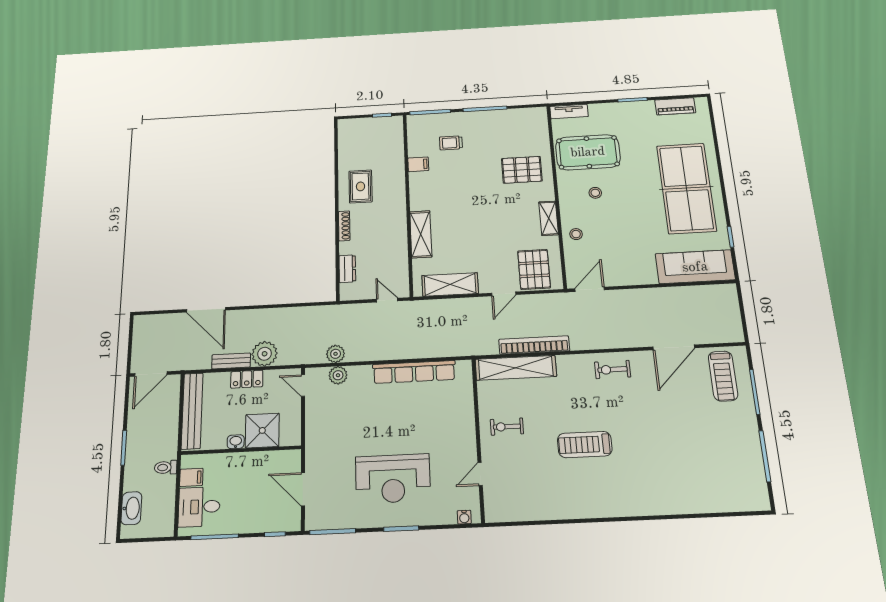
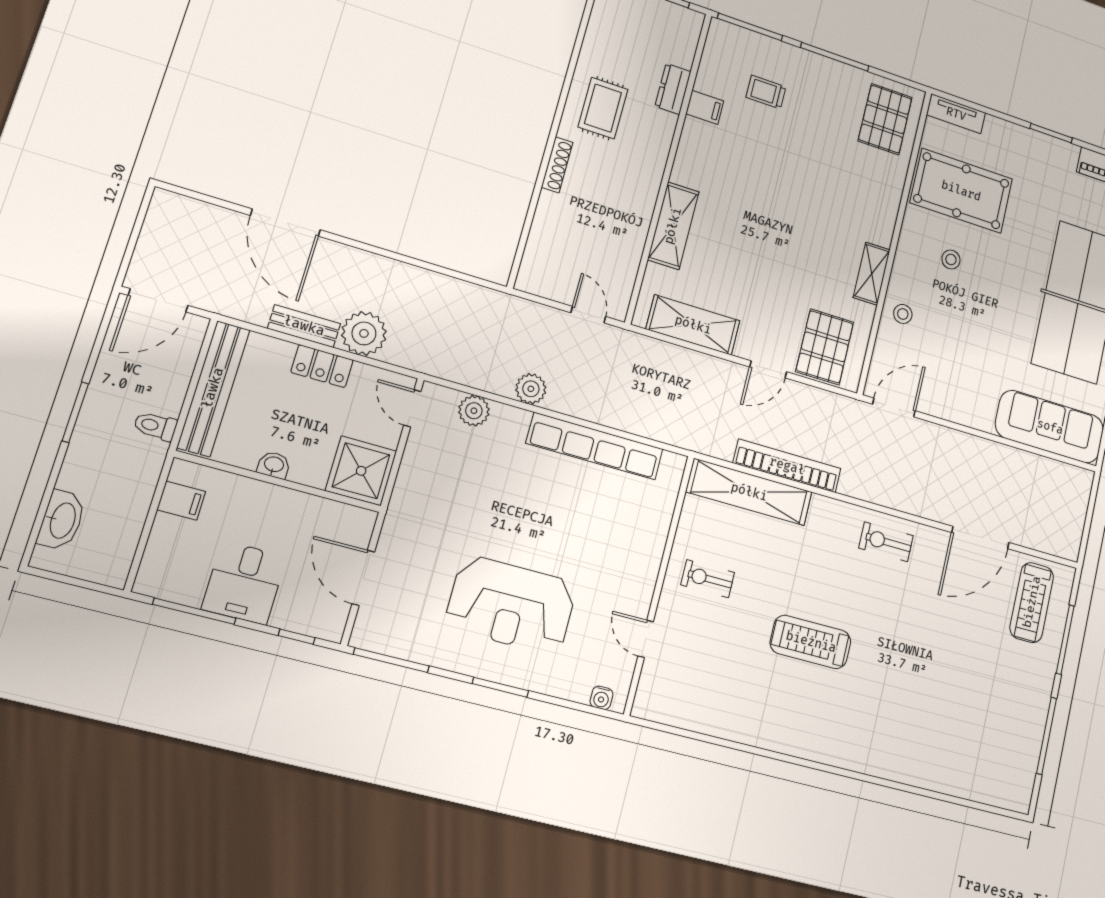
pallet: (522, 170) -> (885, 119), moved, turned 90
dresser: (347, 269) -> (673, 89), moved, turned 180
plant: (336, 354) -> (531, 389), moved
shower: (262, 430) -> (361, 471), moved
toilet: (166, 467) -> (155, 426), moved
door: (480, 474) -> (646, 639), hinge flipped
desk: (199, 507) -> (244, 583), moved, turned -90

